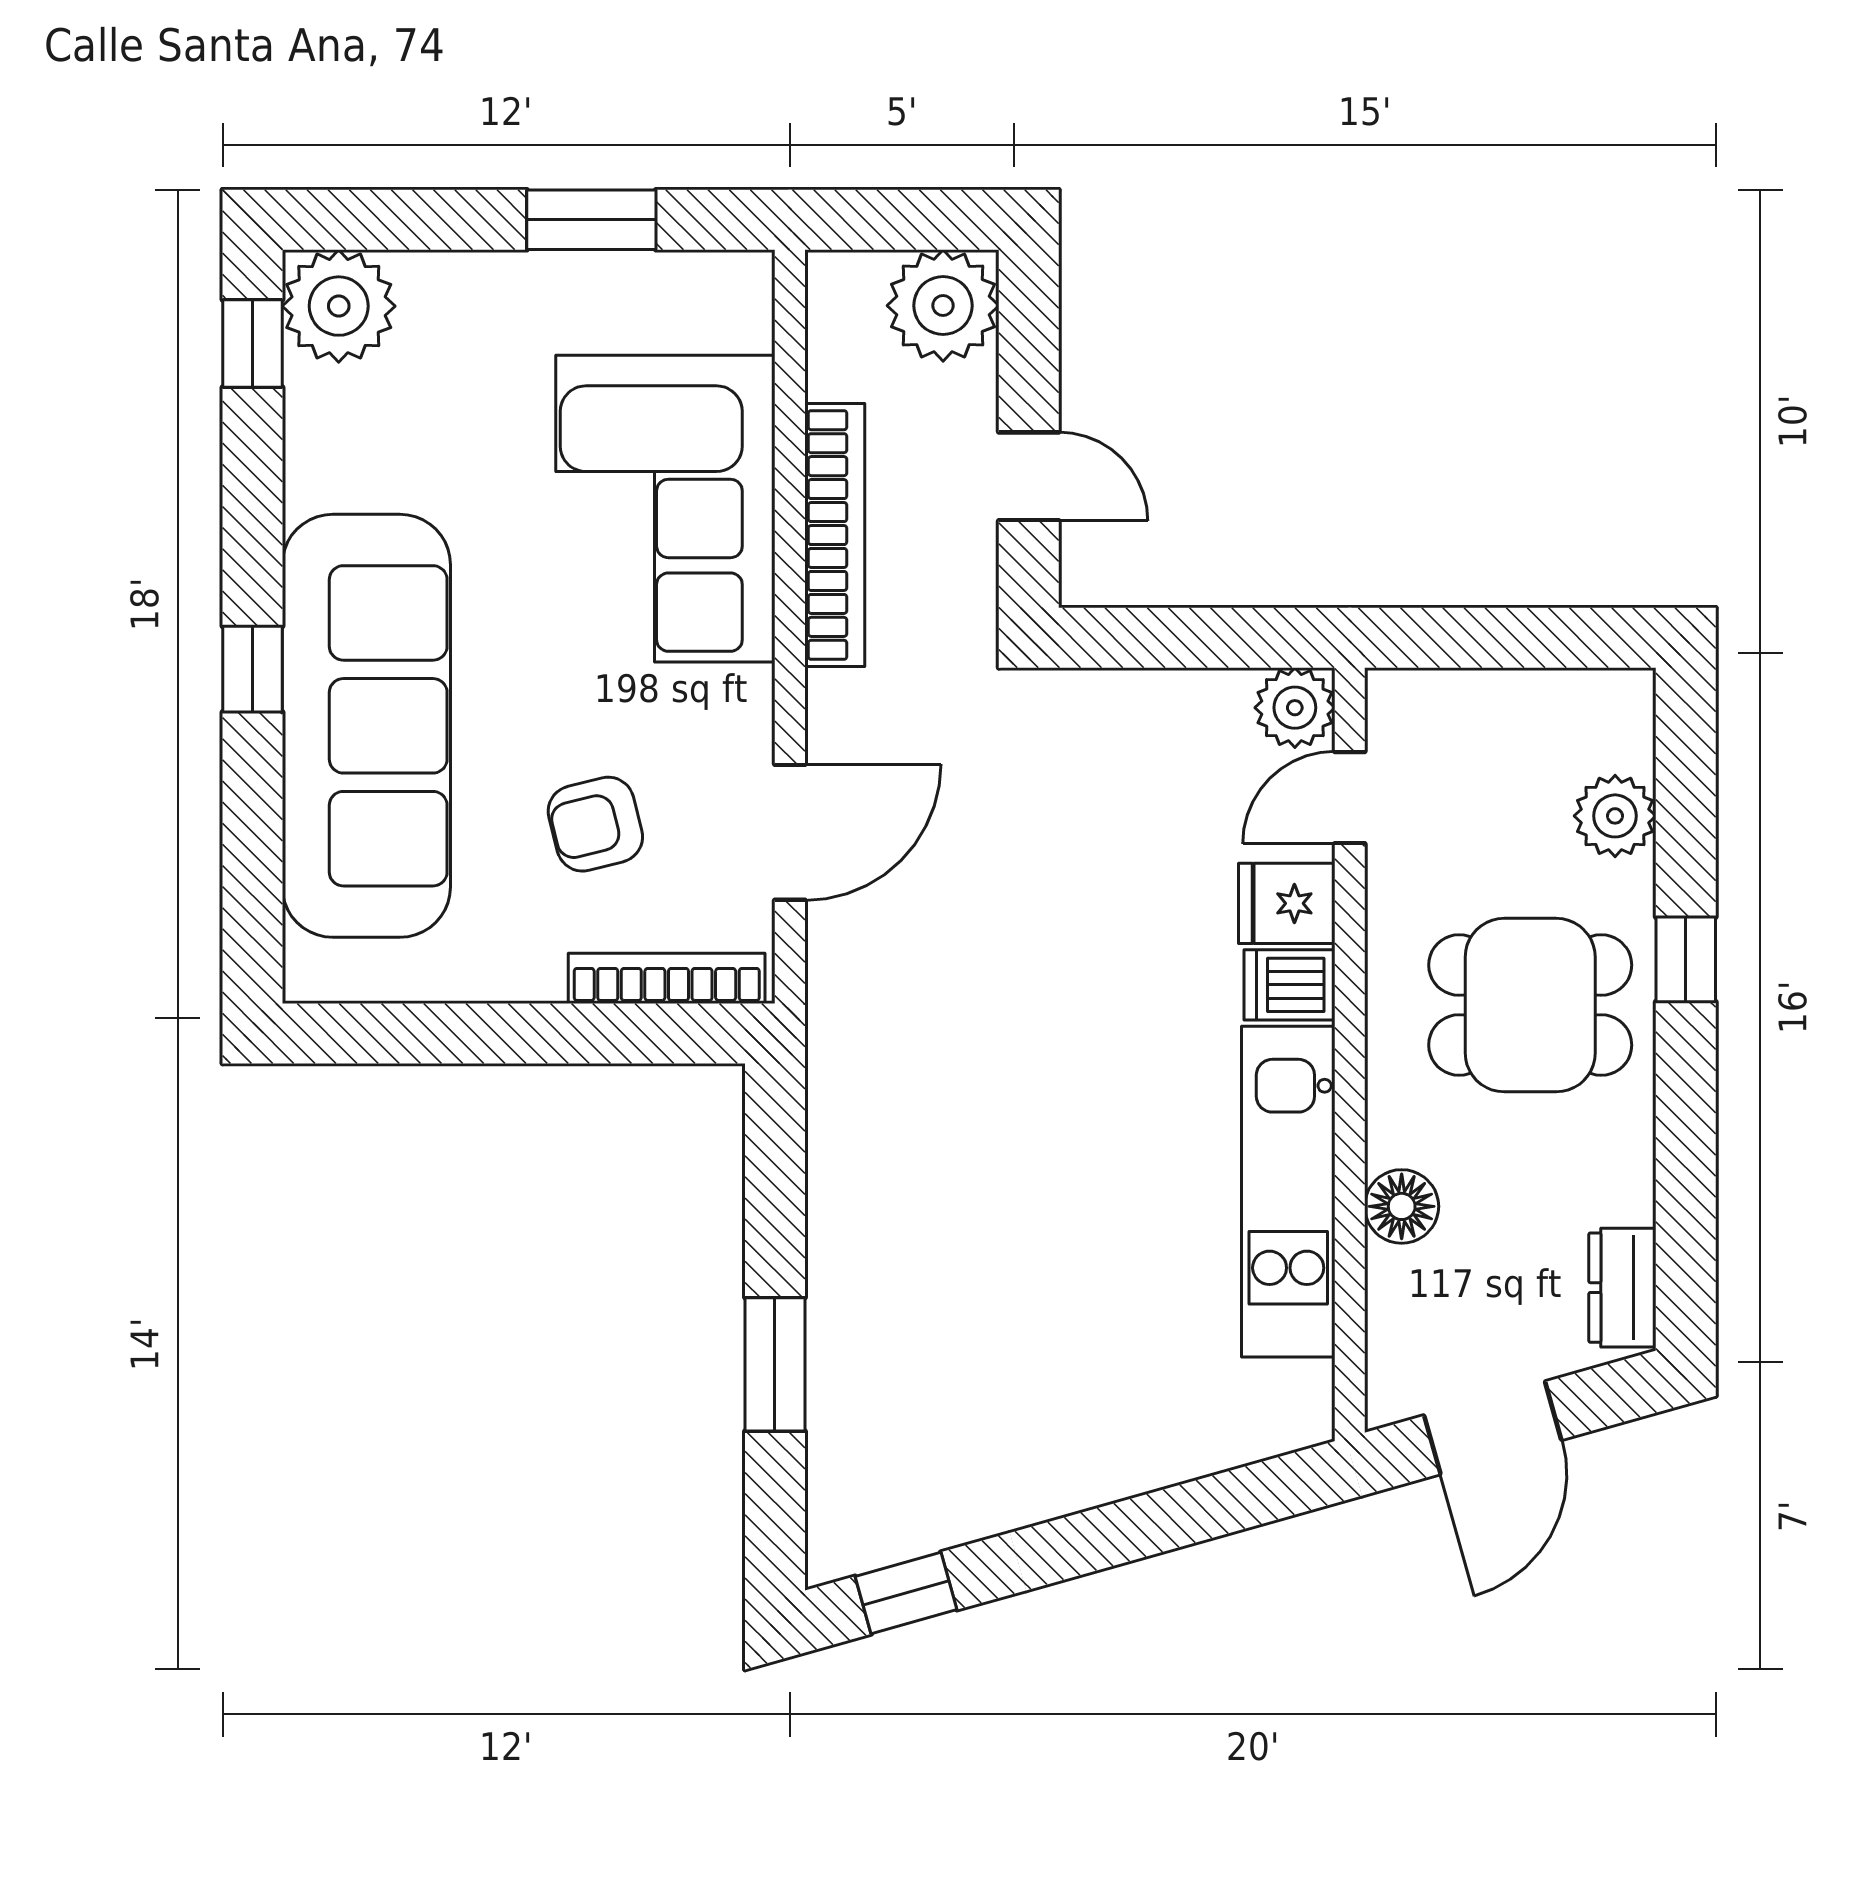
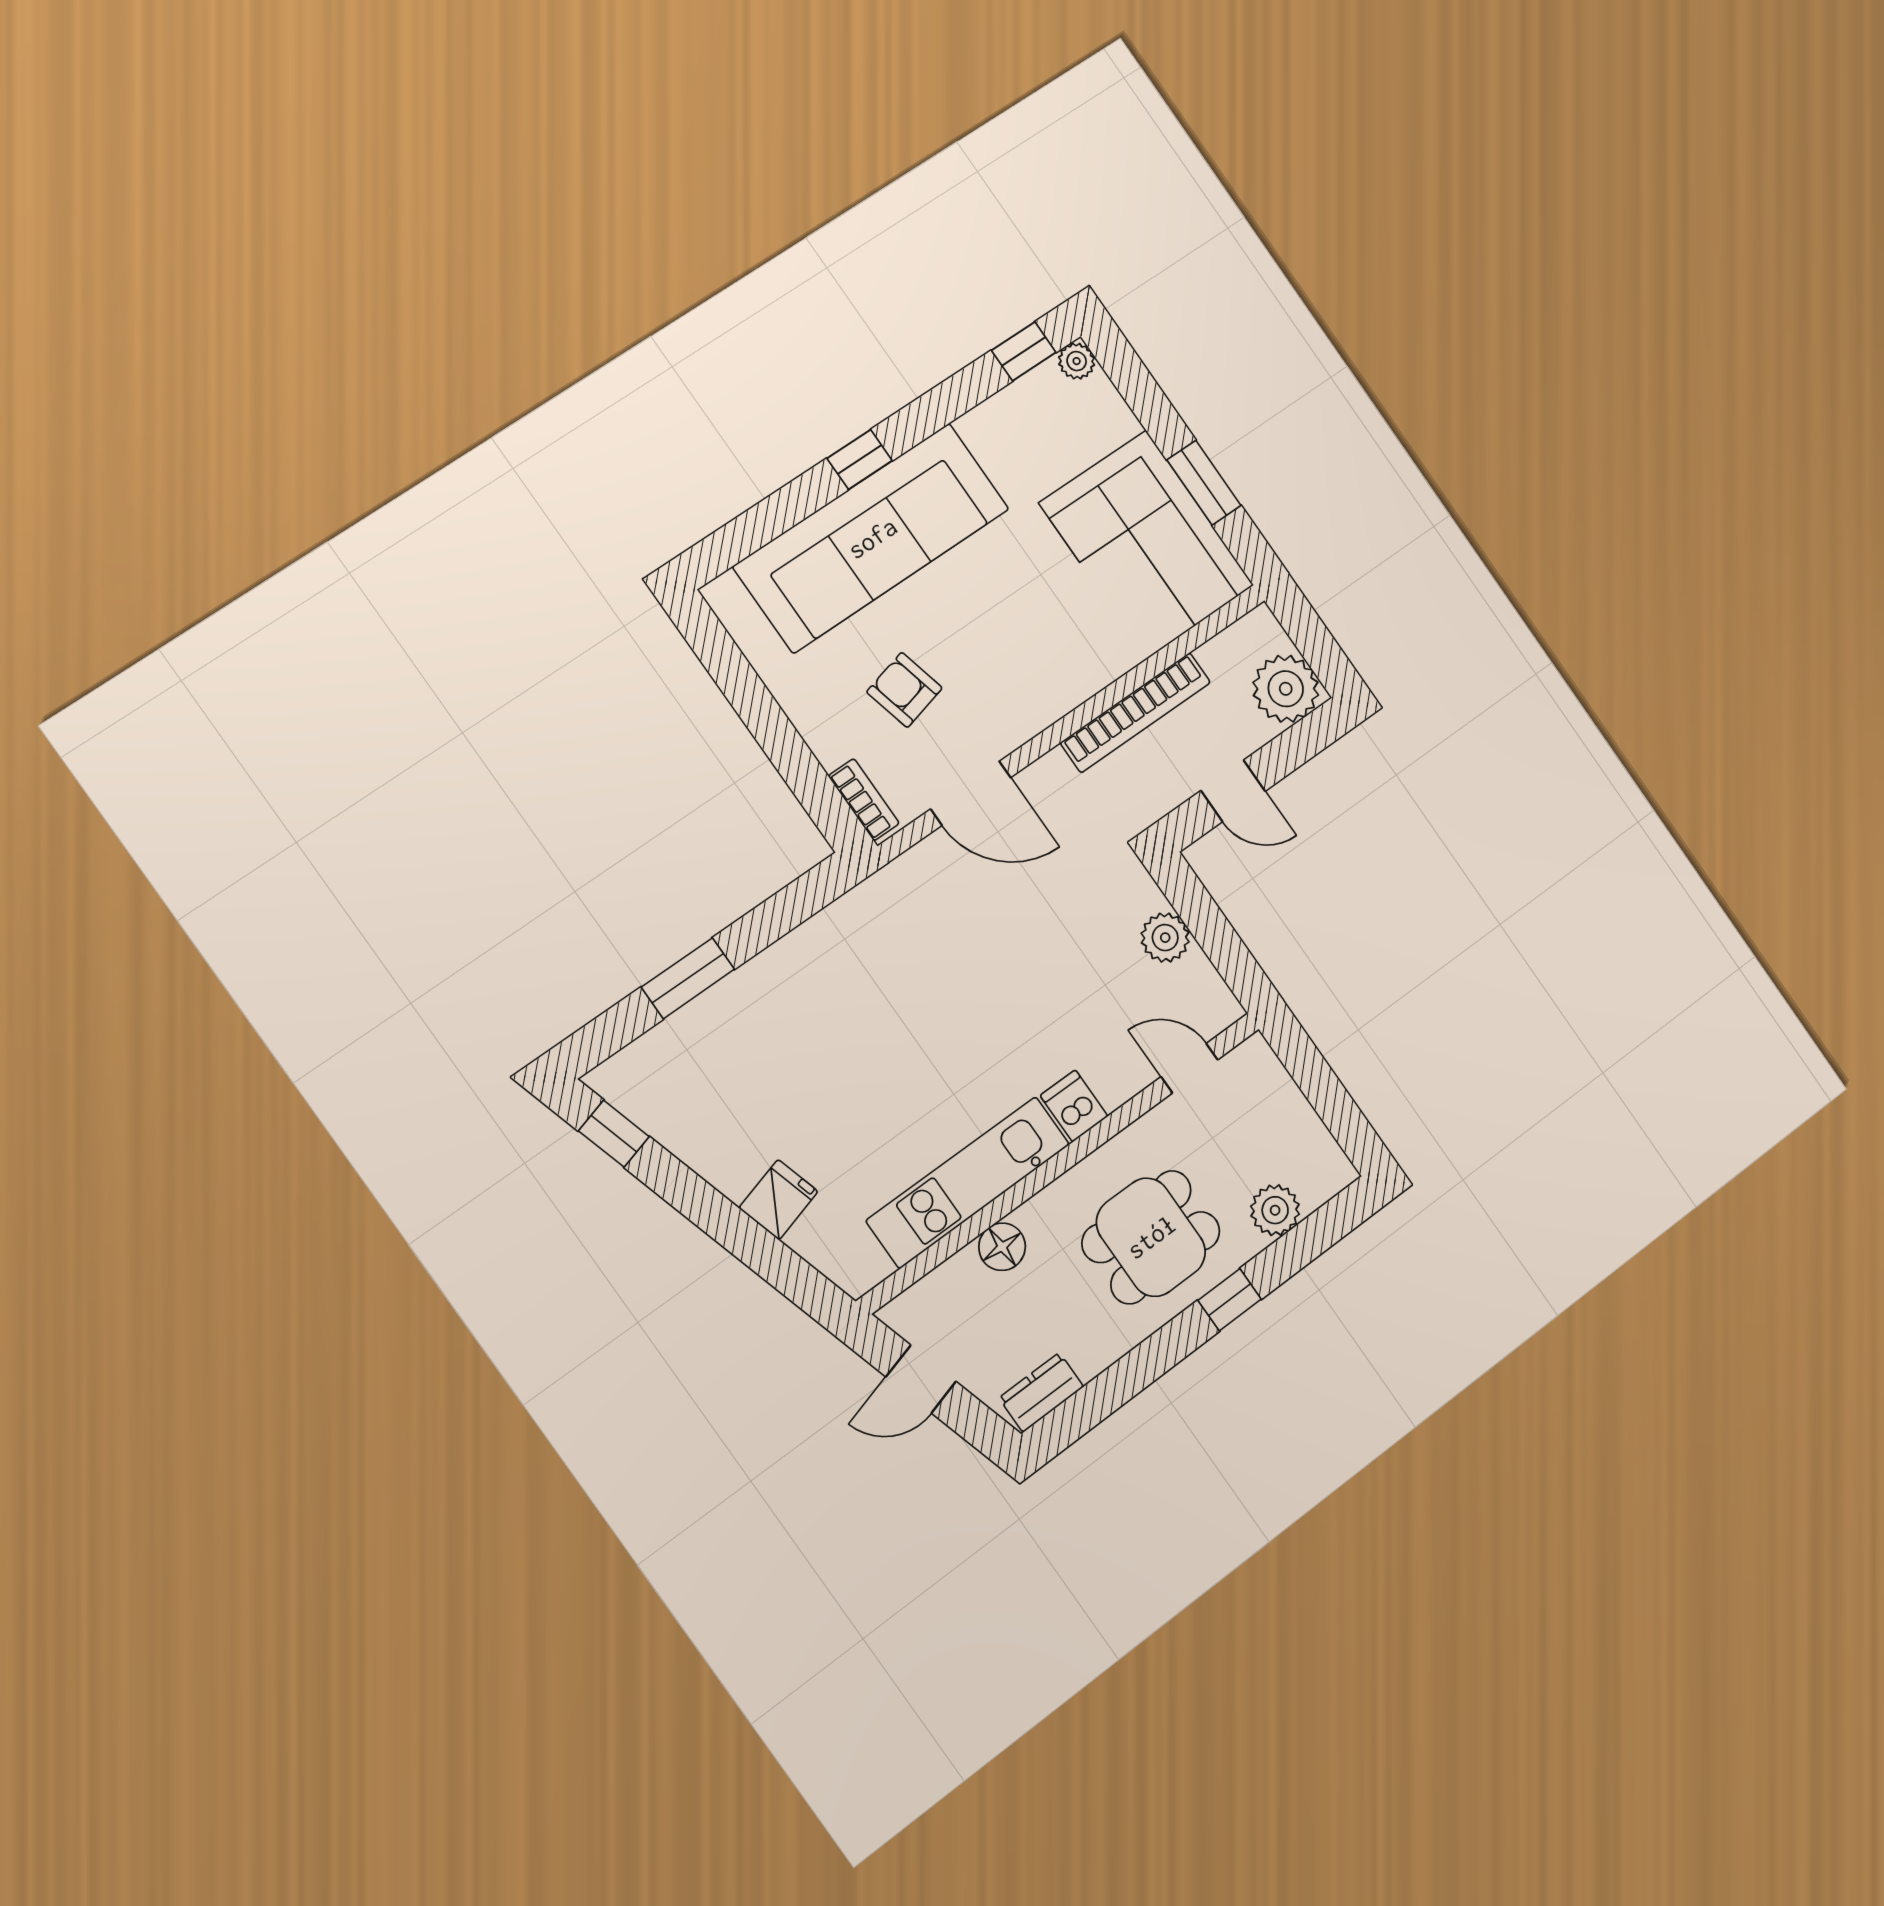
plant: (339, 306) -> (1077, 361), width x0.53, depth x0.53
door: (1029, 476) -> (1233, 791), hinge flipped
corner sofa: (665, 509) -> (1147, 544), moved, turned -90
plant: (1295, 708) -> (1165, 938), moved
fridge: (1287, 903) -> (778, 1200), moved, turned 74
bookcase: (667, 978) -> (864, 800), width x0.64
dining table: (1530, 1005) -> (1151, 1237), turned 90
door: (1493, 1428) -> (921, 1379), width x0.73

